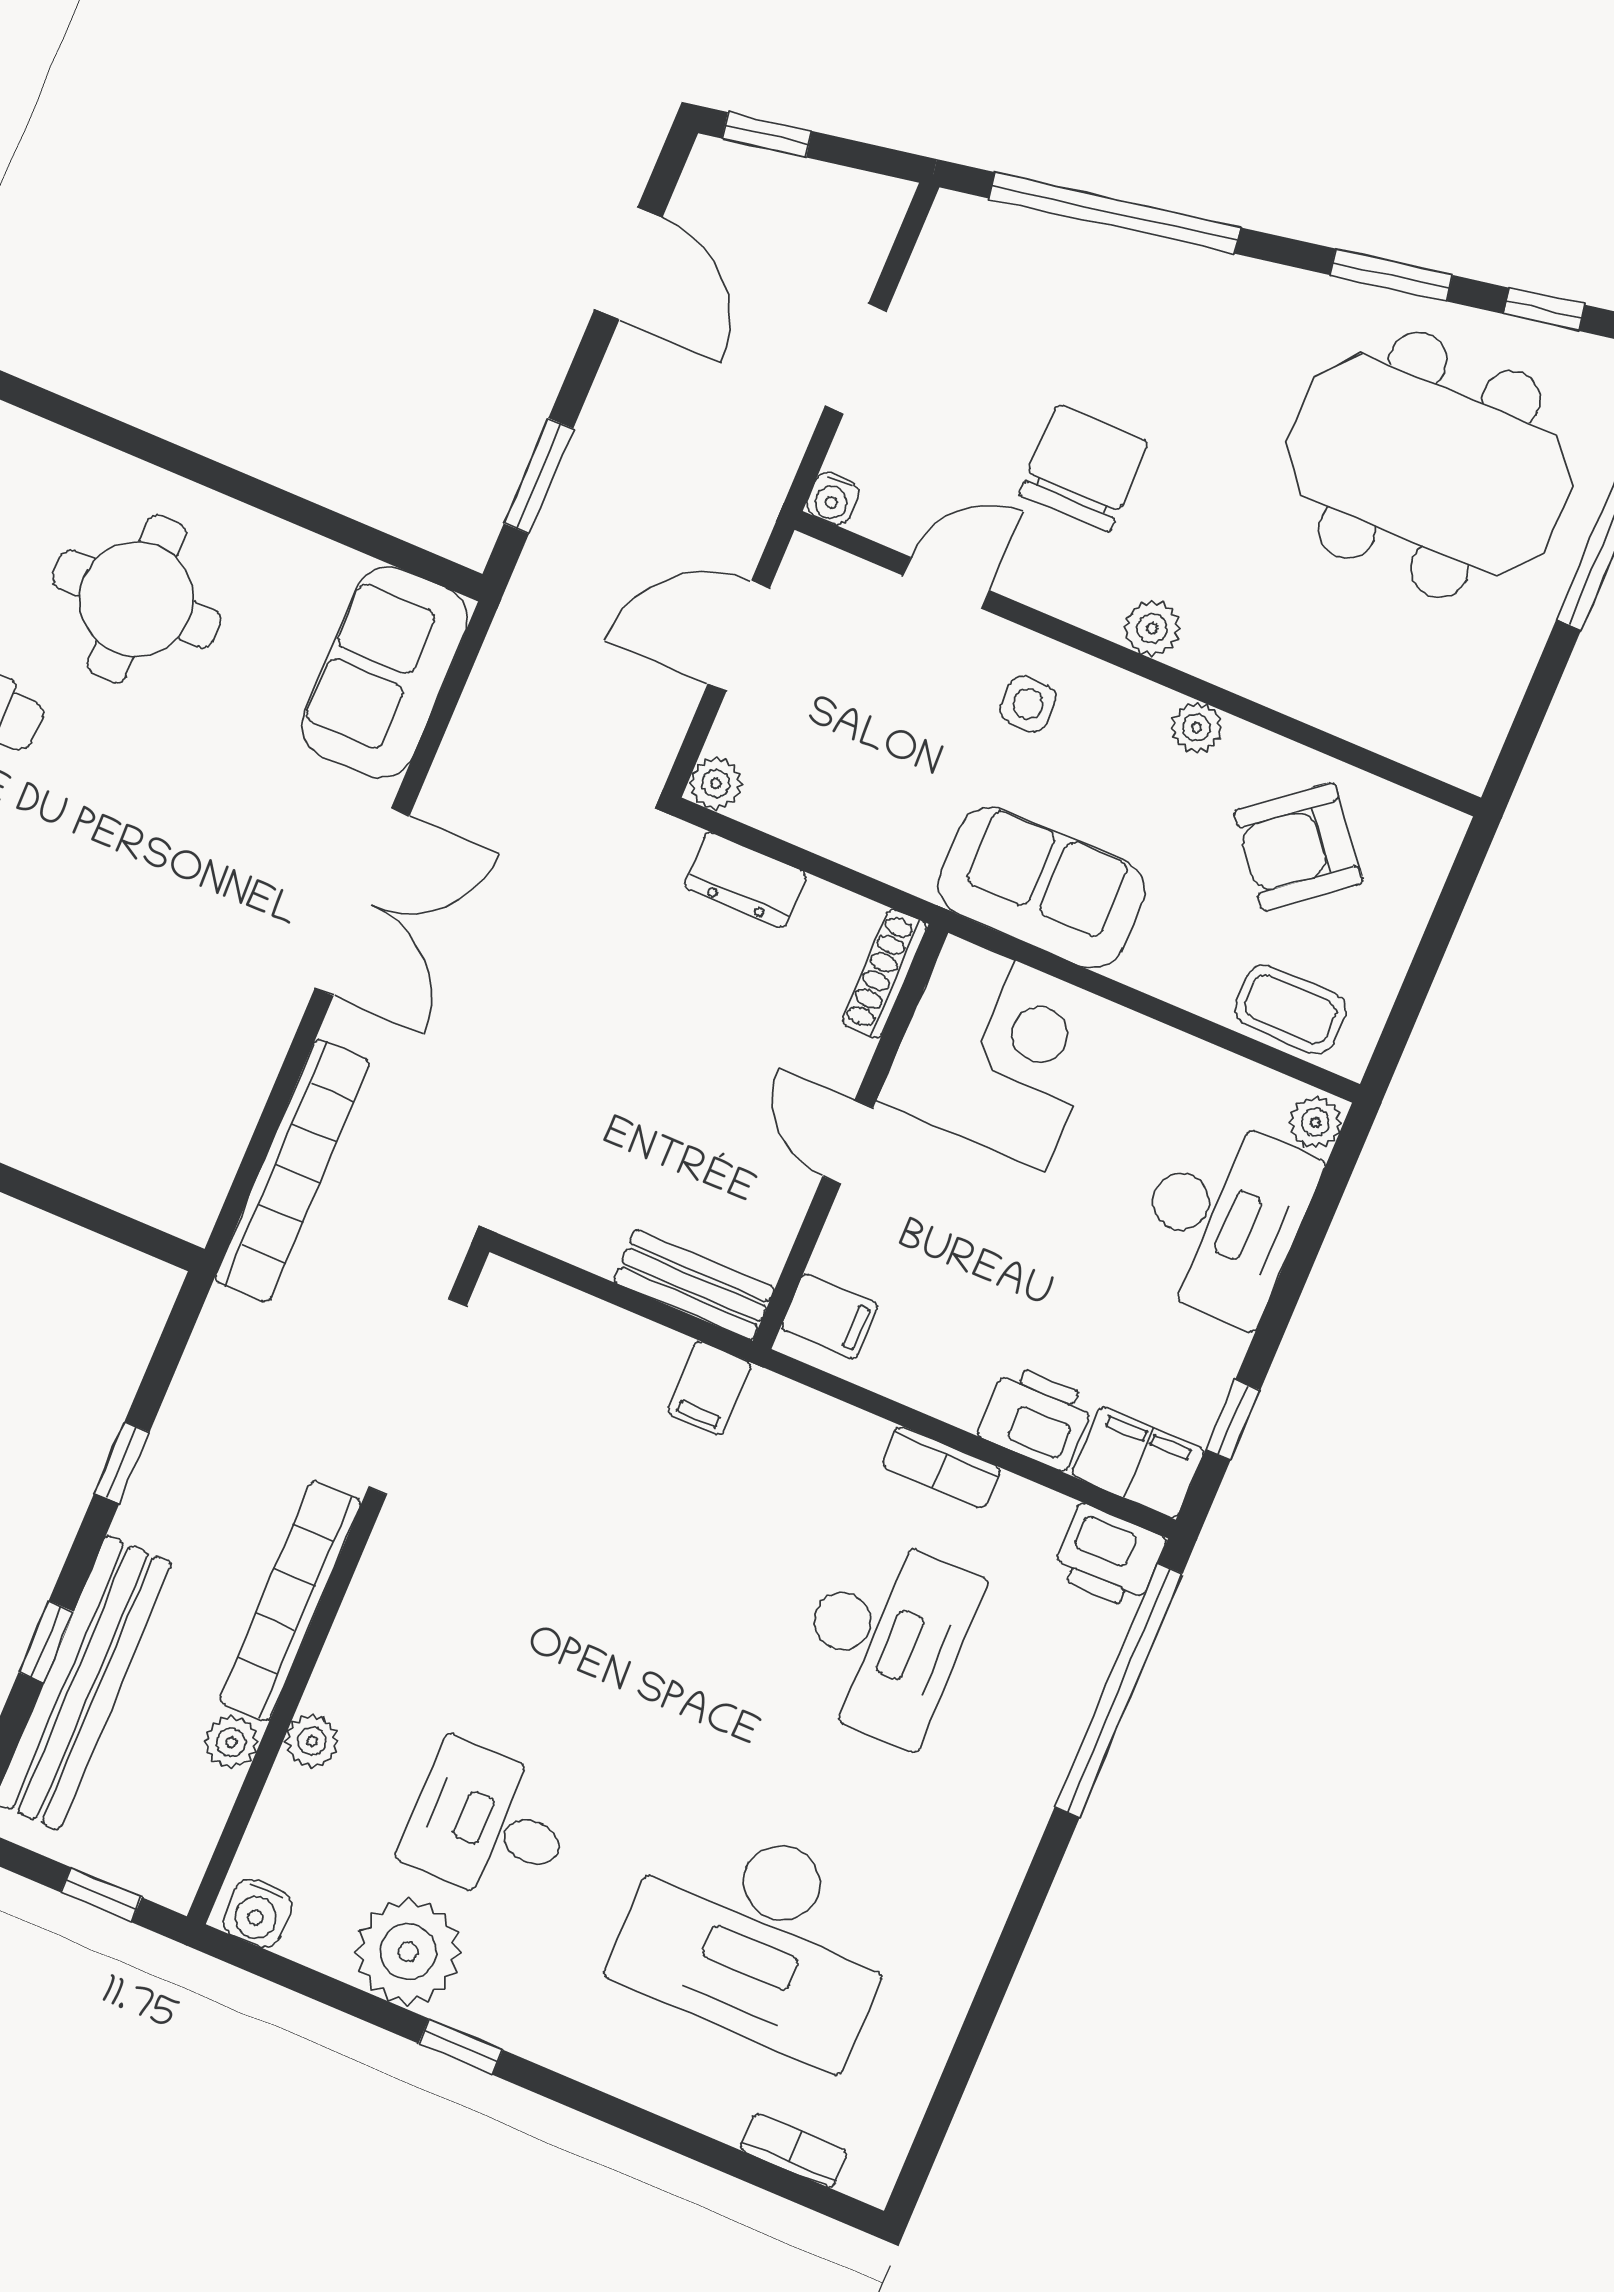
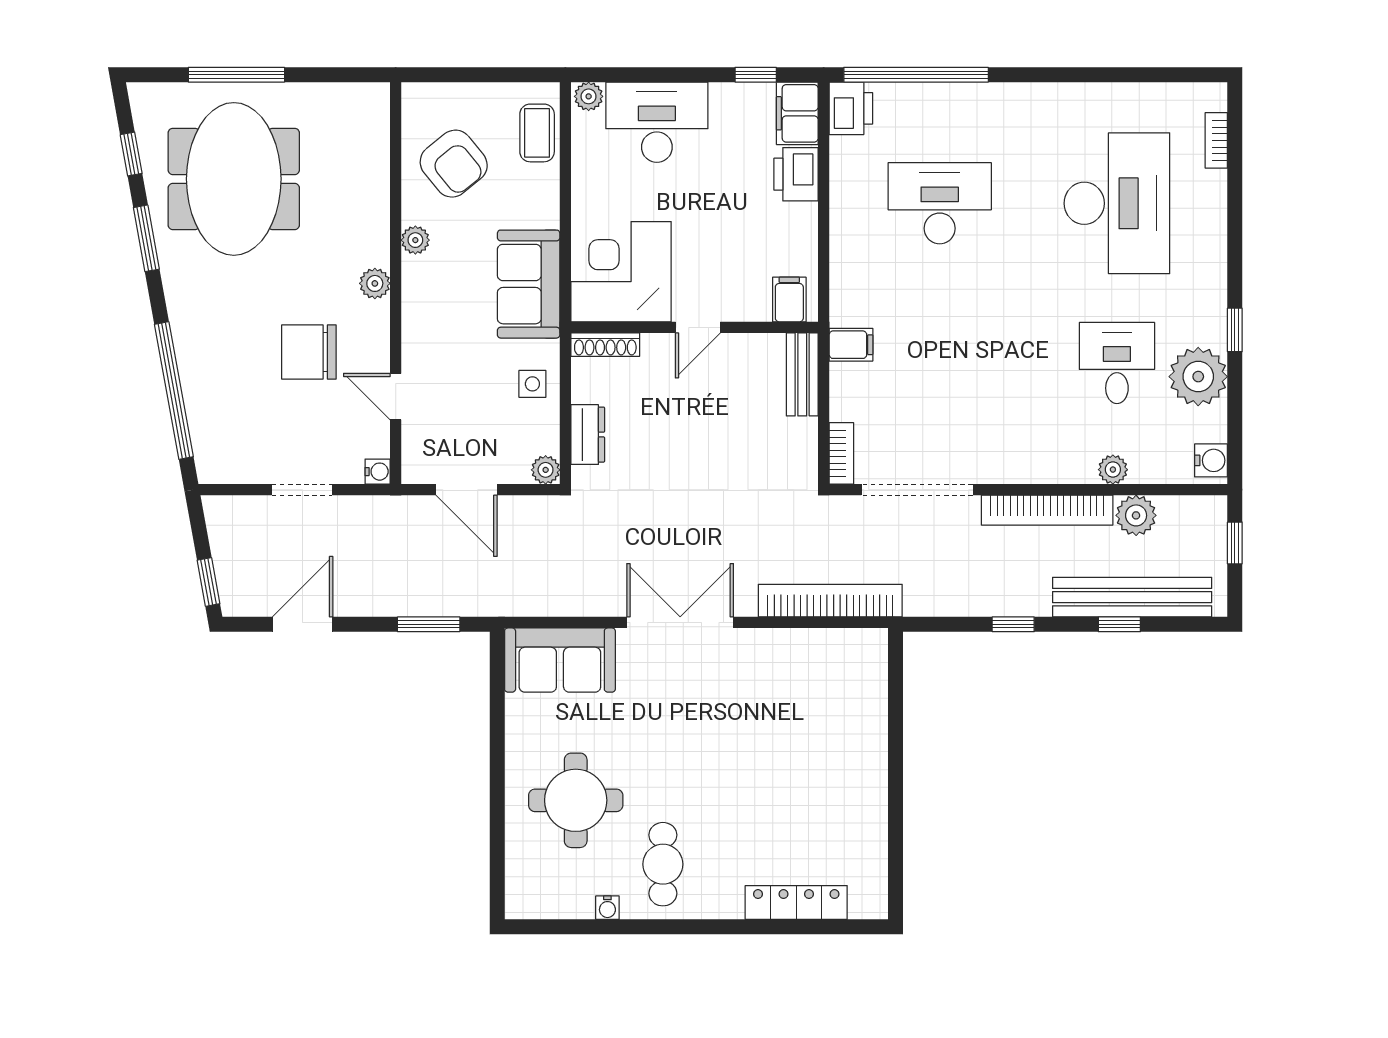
side table: (1028, 704) -> (532, 384), moved
bookcase: (941, 1467) -> (841, 453), moved
plant: (231, 1742) -> (1136, 515), width x1.38, depth x1.38
desk: (489, 1824) -> (1117, 363), turned 180

